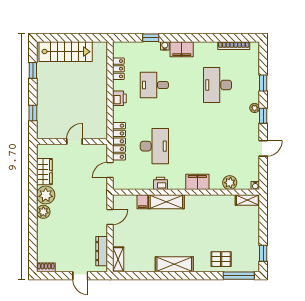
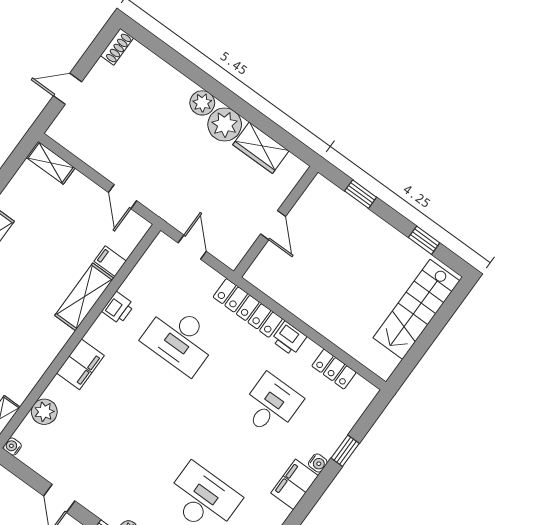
locker: (119, 141) -> (248, 308), moved
dresser: (102, 251) -> (81, 147), removed

